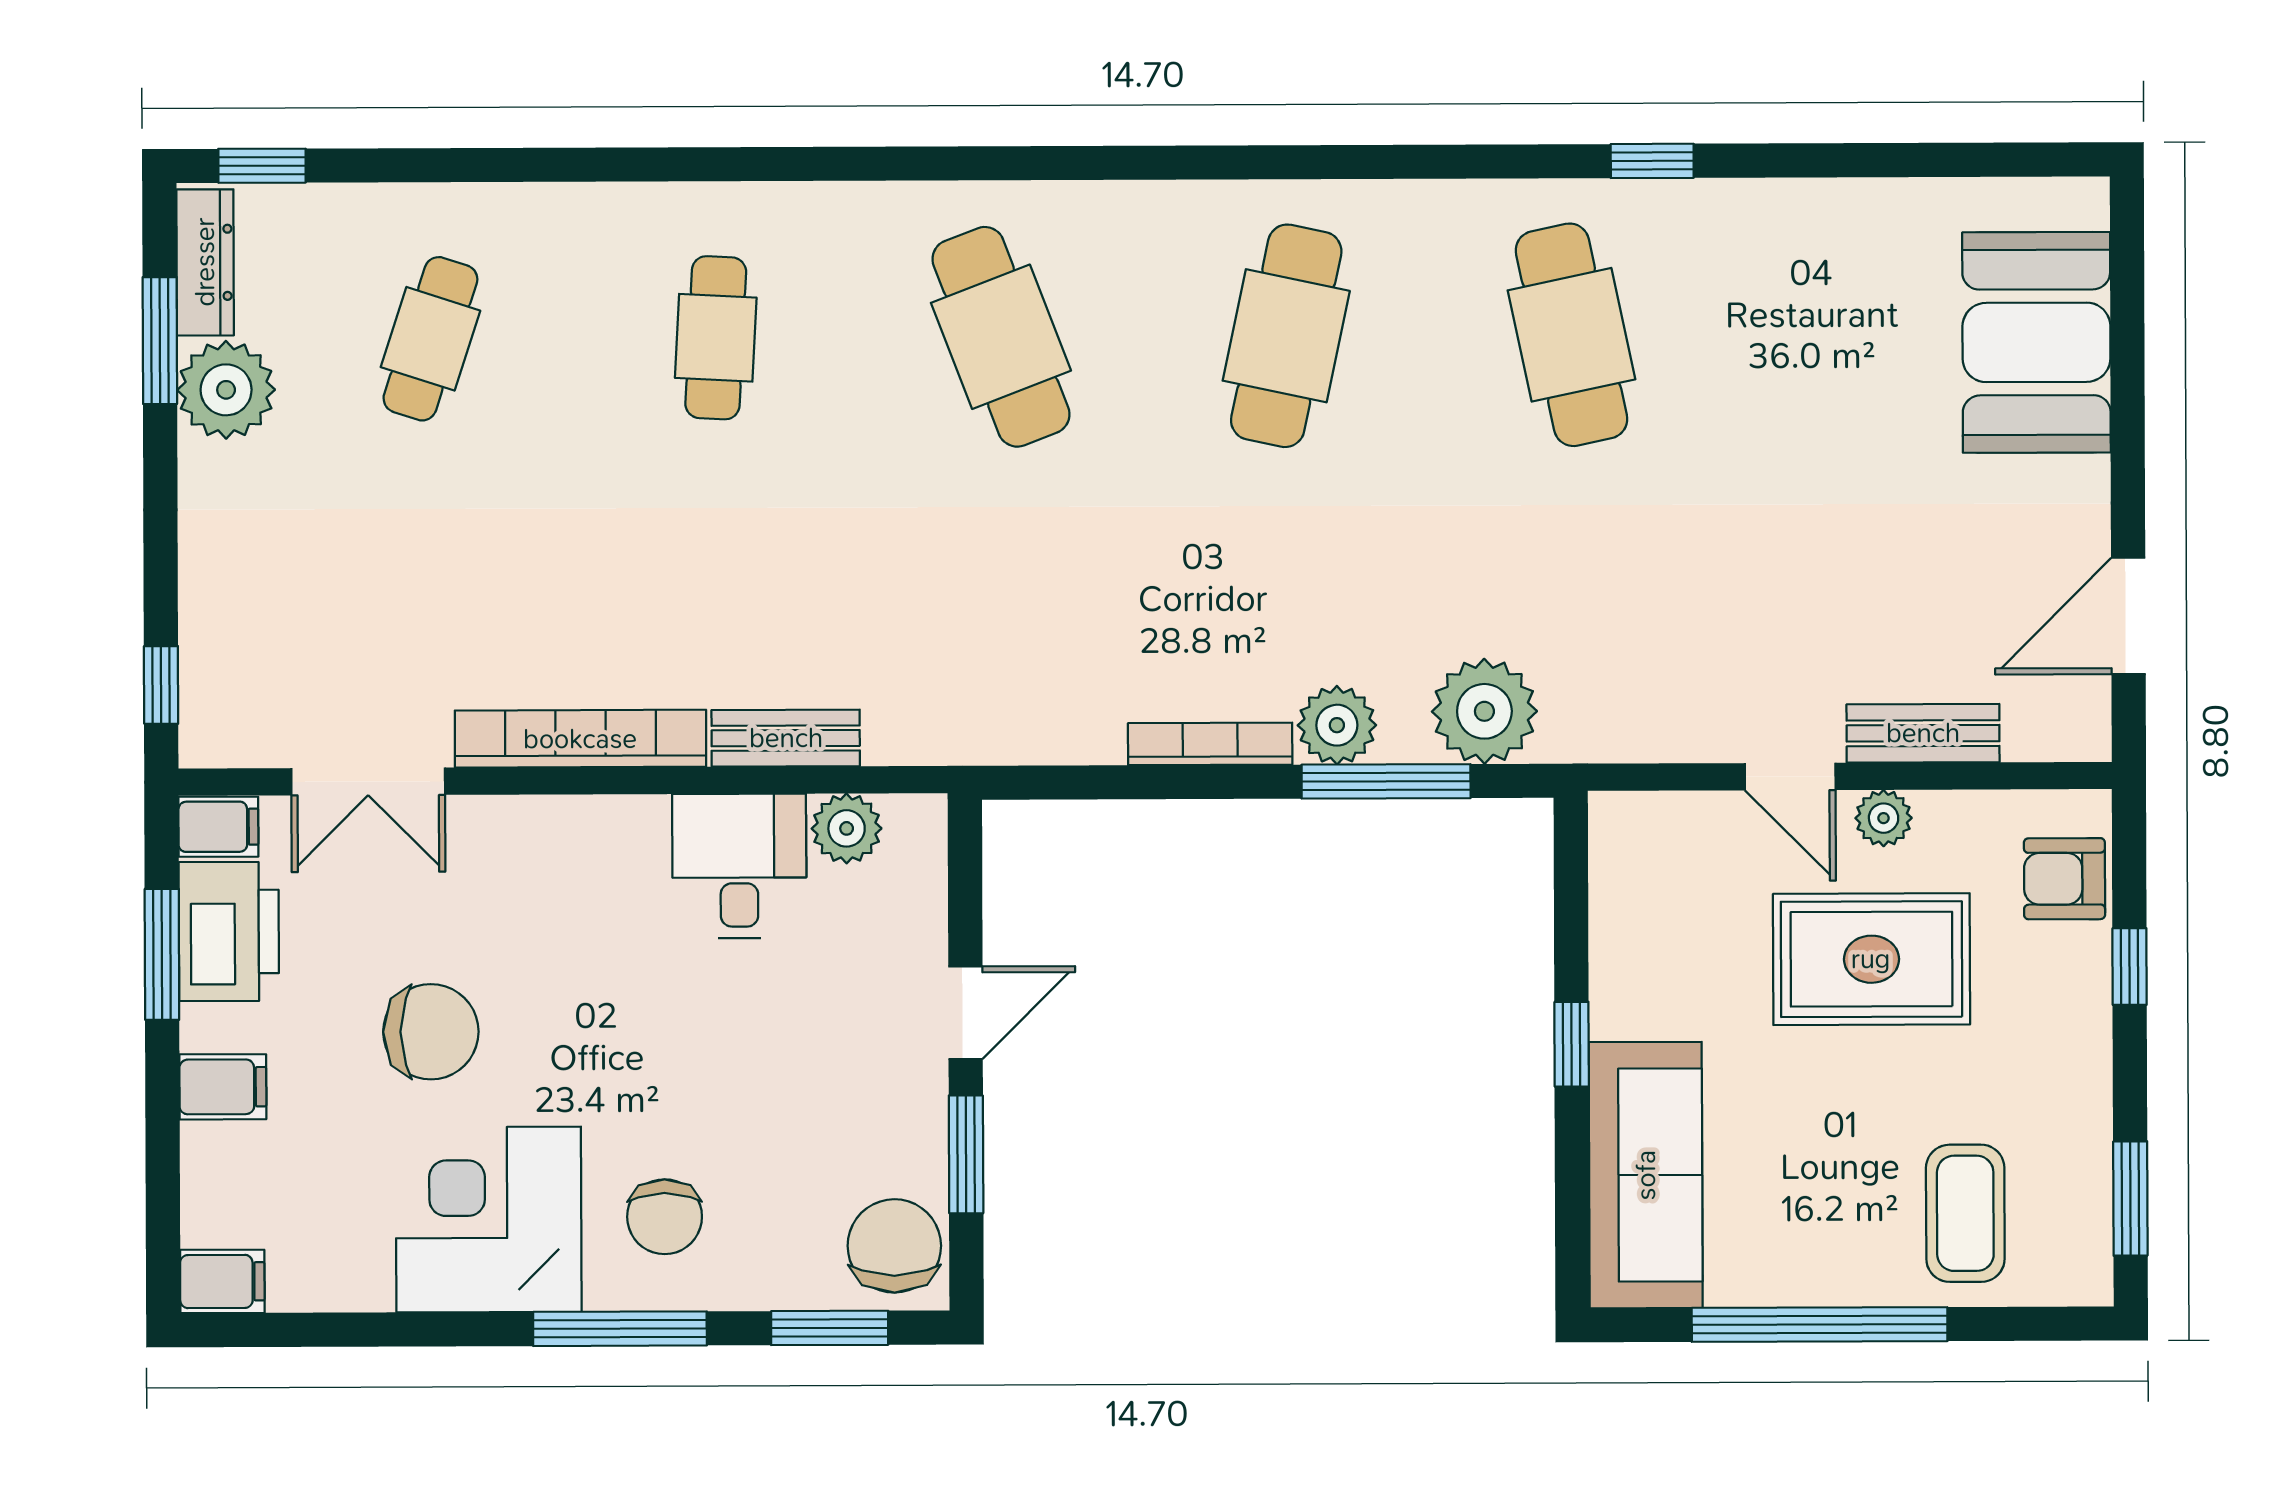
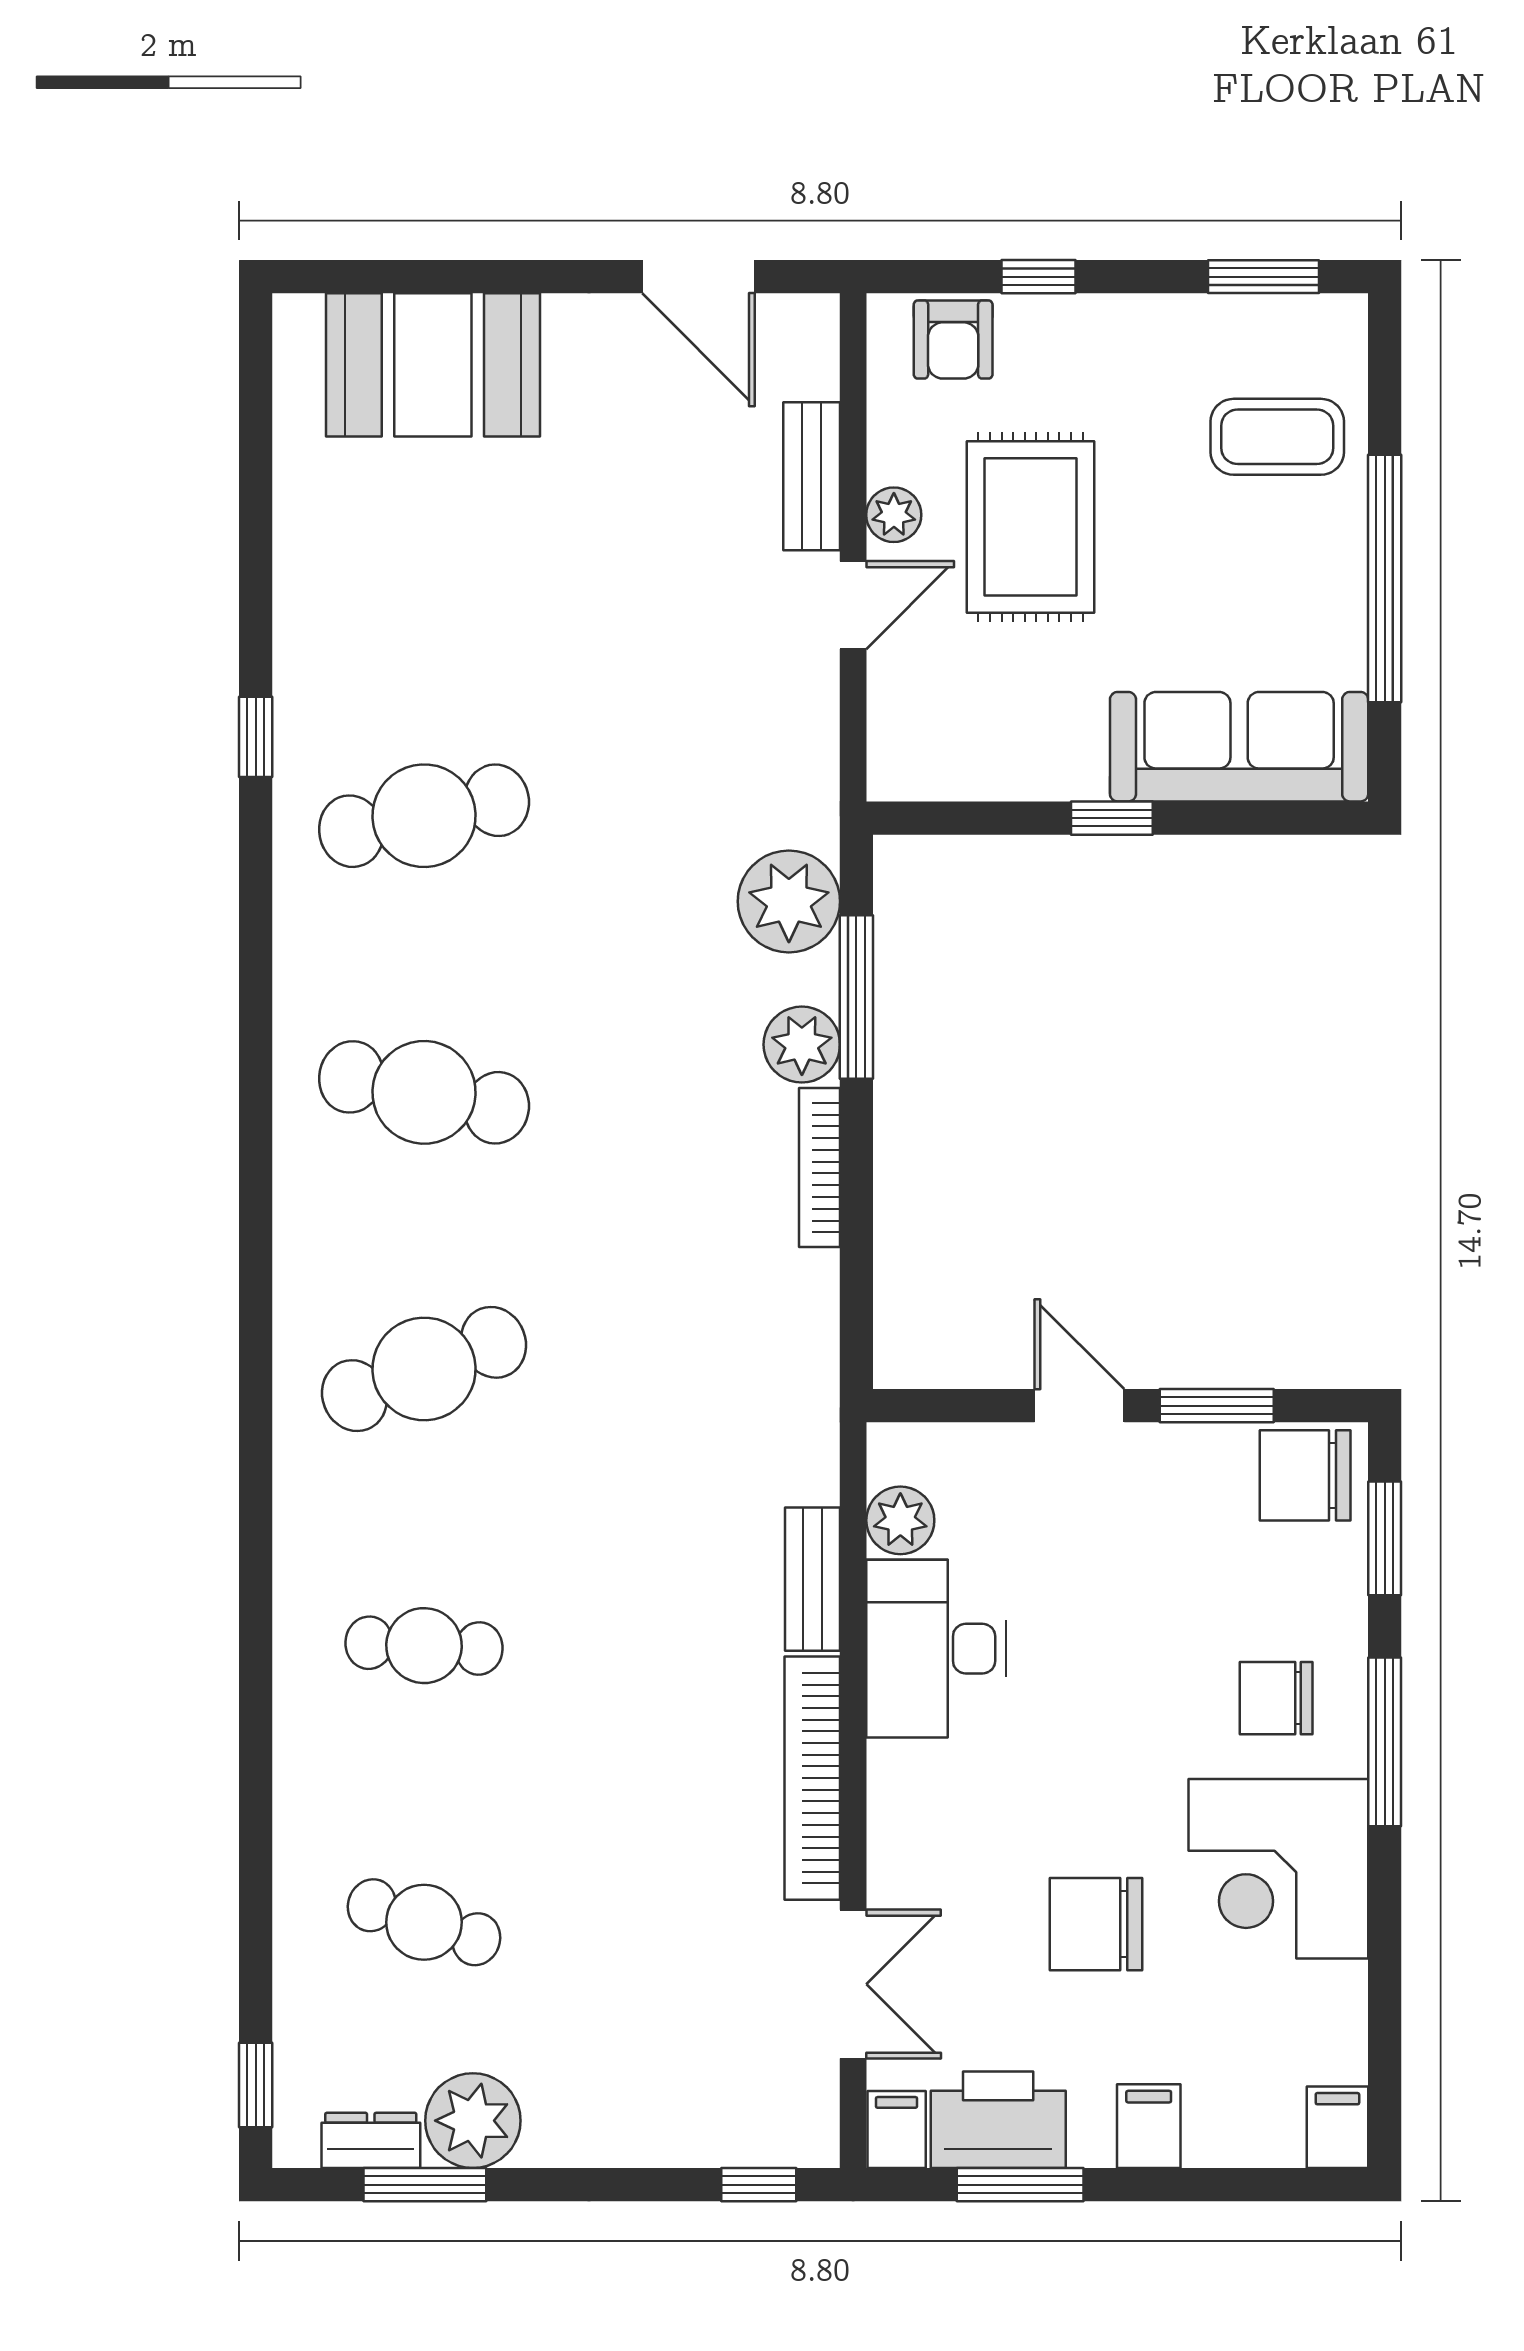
dresser: (205, 262) -> (371, 2140), width x0.70
desk: (739, 866) -> (936, 1649), width x1.37
chair: (431, 1032) -> (1096, 1924), turned -90
chair: (665, 1217) -> (1276, 1698), turned 180

